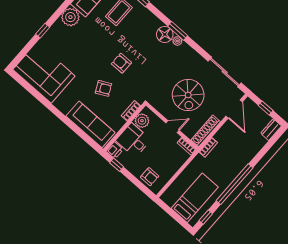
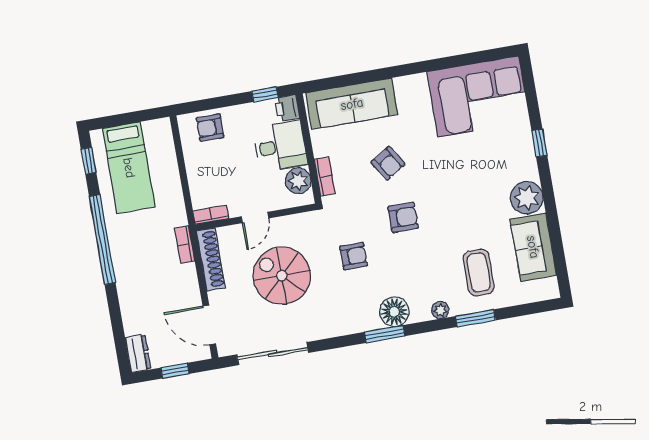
plant: (177, 41) -> (440, 310), moved
armchair: (155, 71) -> (354, 256), added
armchair: (103, 88) -> (388, 163), turned -95

